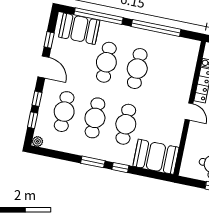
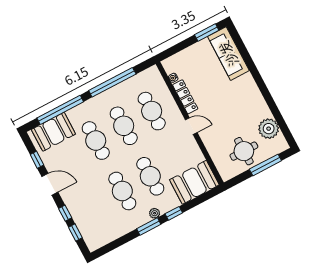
cafe table: (64, 112) -> (152, 111), moved
plant: (38, 141) -> (155, 213), moved

